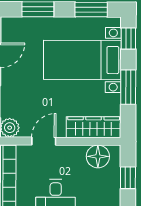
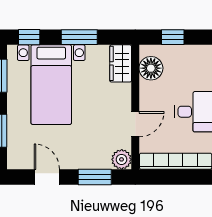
wardrobe: (94, 127) -> (121, 63), width x0.67
door: (44, 141) -> (135, 124), swing flipped

